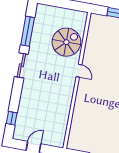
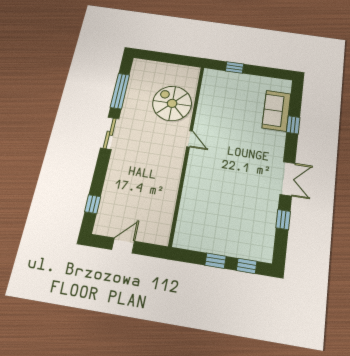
spiral stairs: (66, 42) -> (172, 103), turned -90

